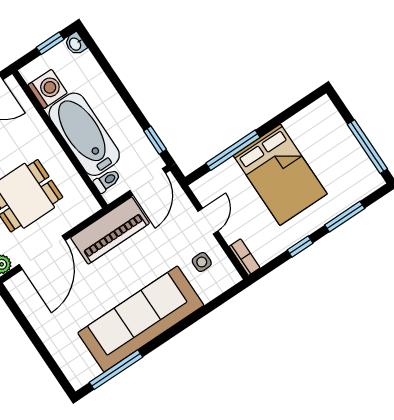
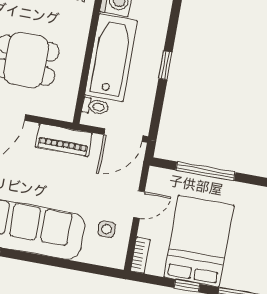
window: (155, 140) -> (165, 65), moved
bed: (280, 175) -> (199, 241), moved, turned 180
piano: (110, 231) -> (64, 140), width x0.73, depth x0.75

